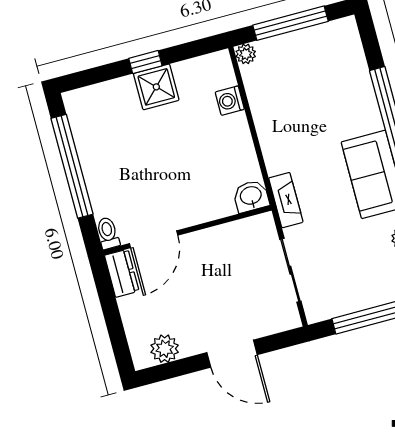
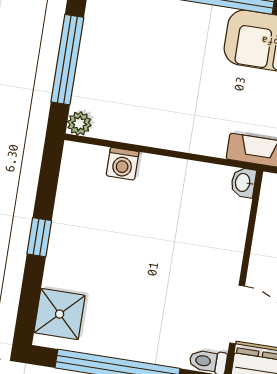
shower: (156, 87) -> (60, 314), moved
washbasin: (251, 196) -> (243, 183), width x0.72, depth x0.69

